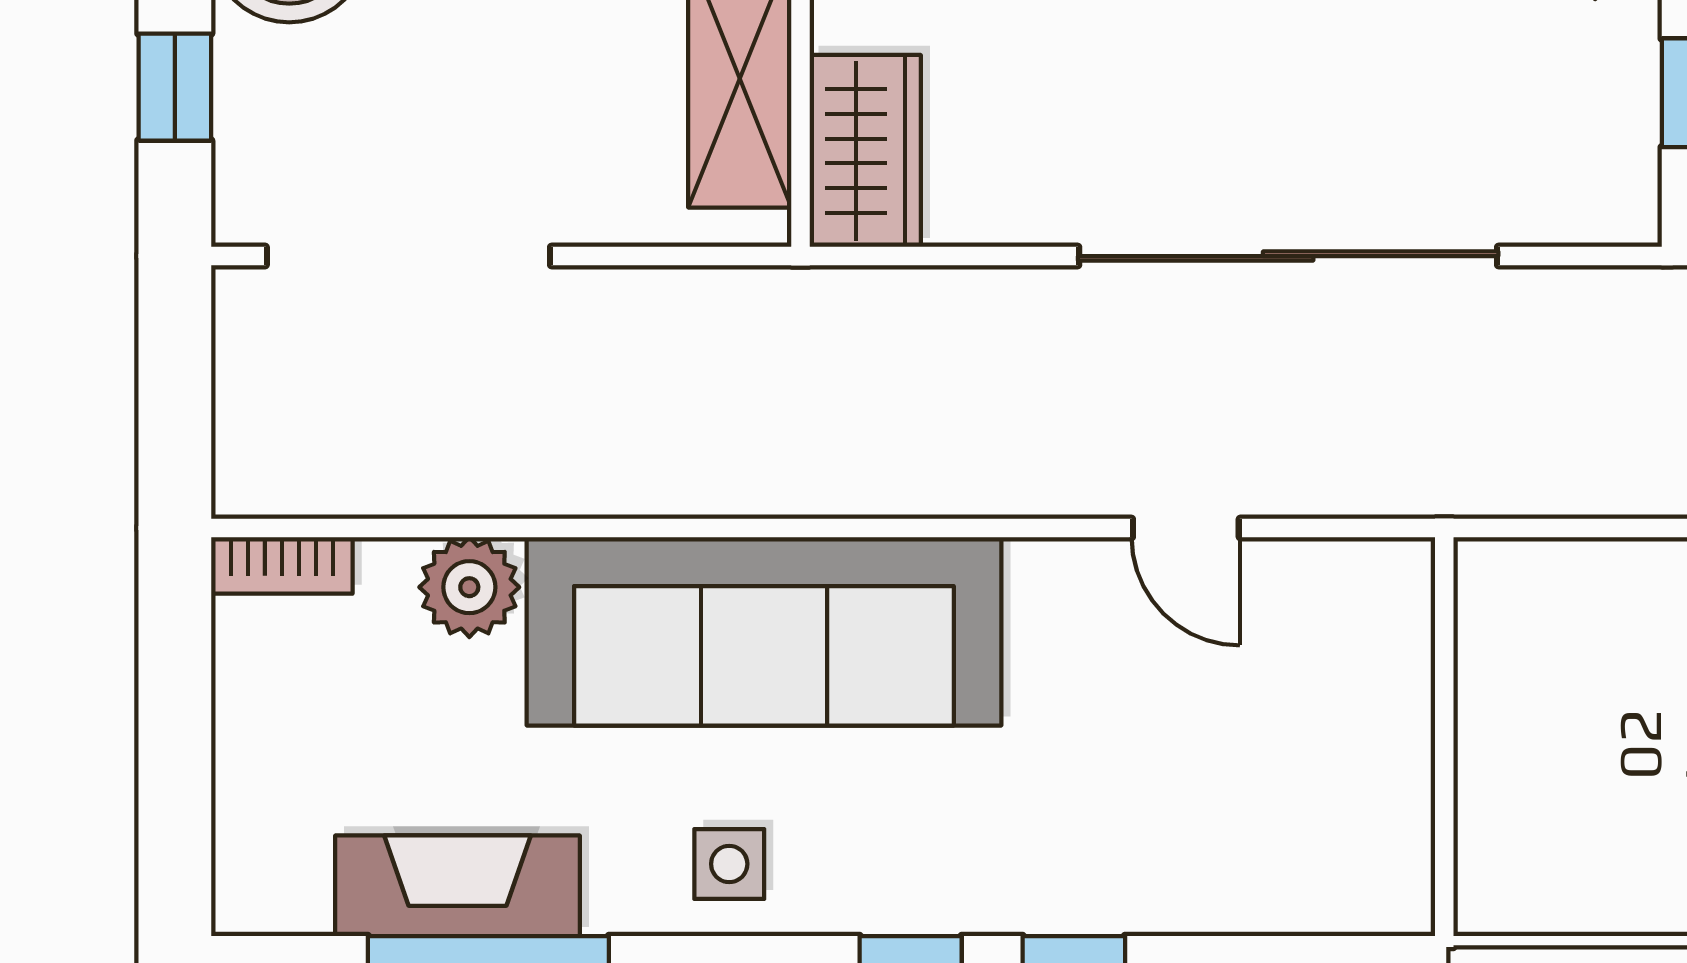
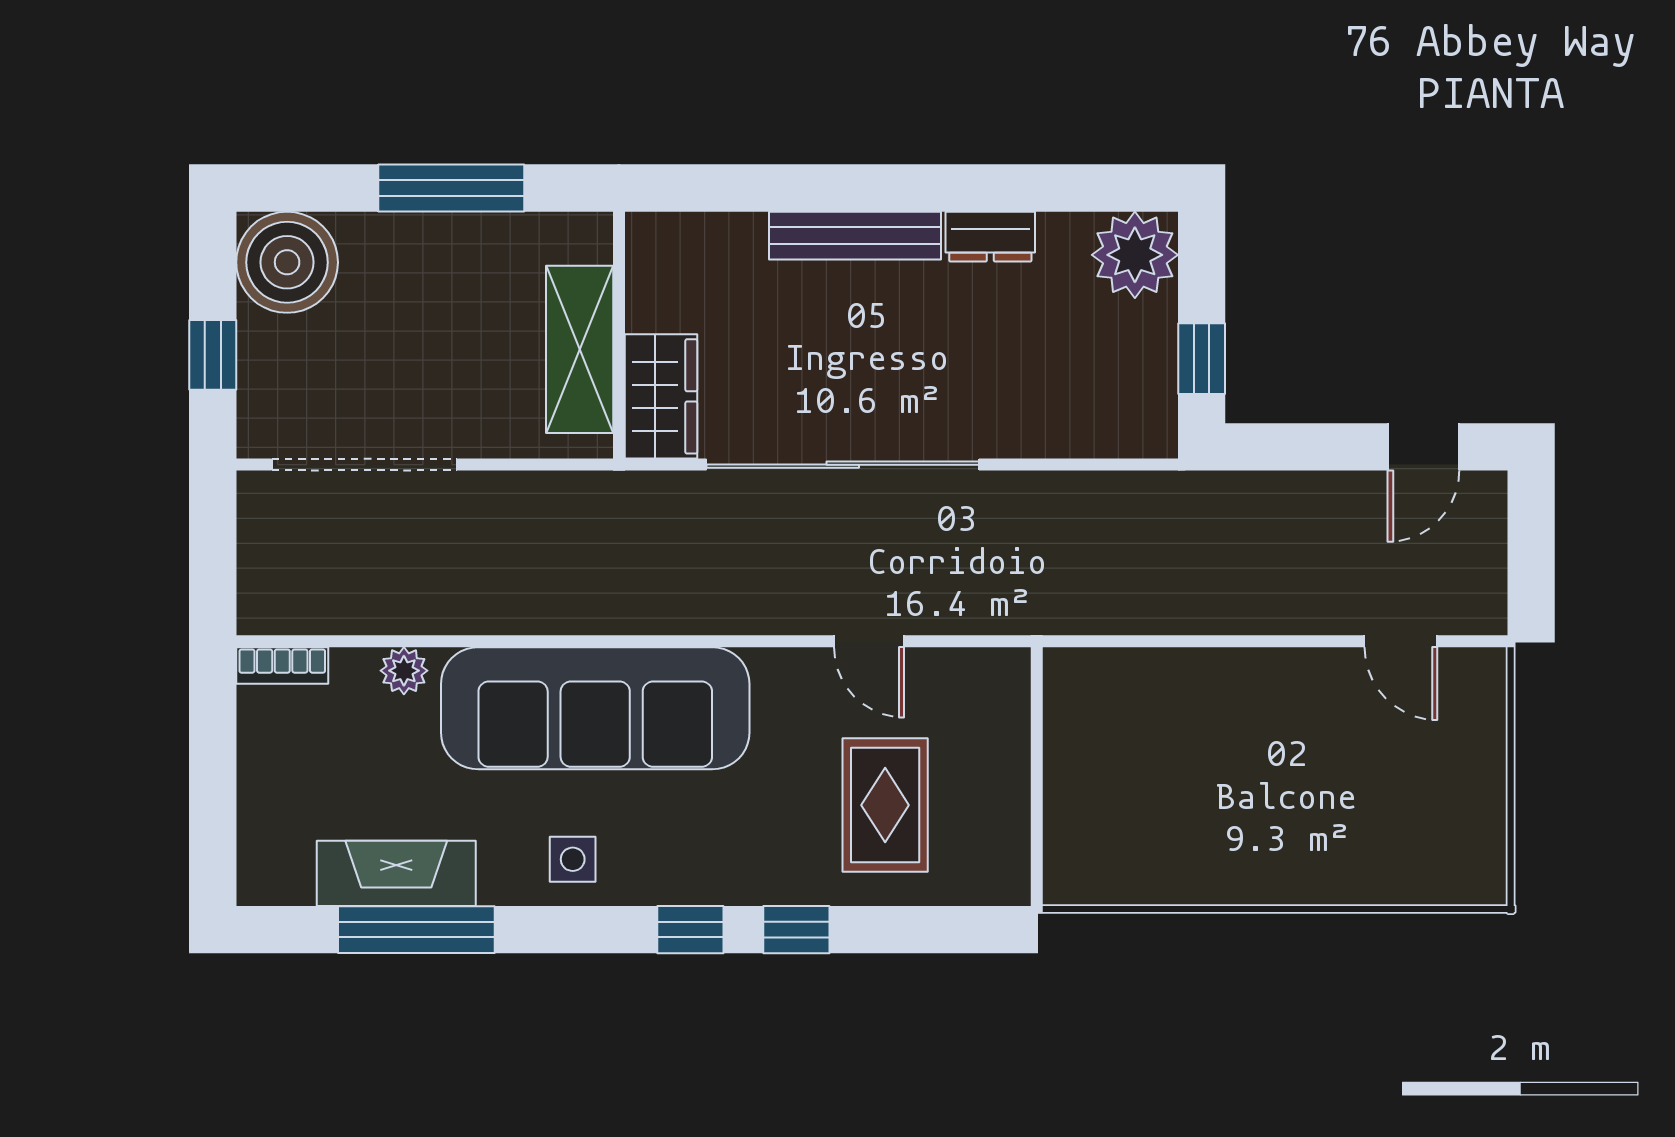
sliding door: (1288, 256) -> (843, 465), moved
plant: (469, 587) -> (404, 671), width x0.73, depth x0.73
rug: (1210, 780) -> (885, 805), added

